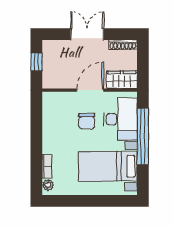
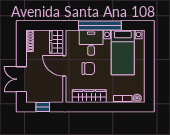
double door: (87, 34) -> (21, 79), moved
desk: (120, 119) -> (91, 43), width x0.73
wardrobe: (51, 123) -> (89, 96), added

